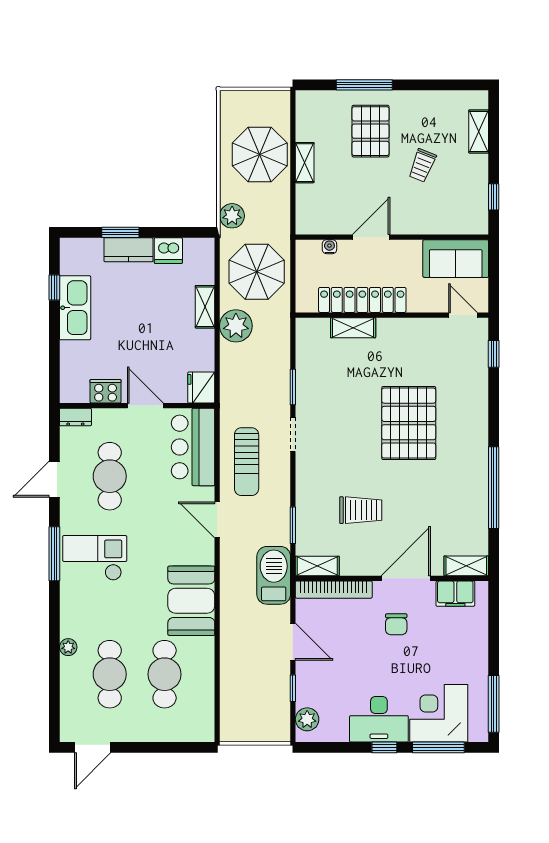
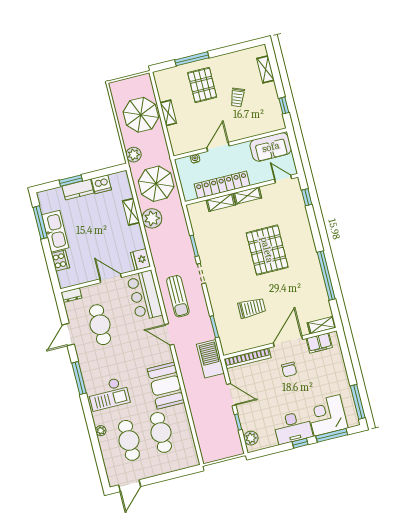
window: (54, 287) -> (40, 222), width x2.17
cooker: (106, 391) -> (60, 261), moved, turned 90
checkout: (95, 558) -> (108, 394), moved, turned 180
shelving: (317, 566) -> (247, 196), moved

